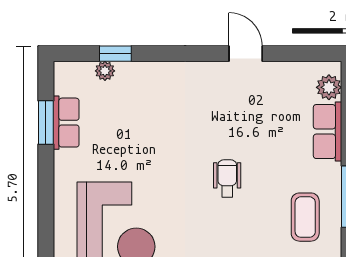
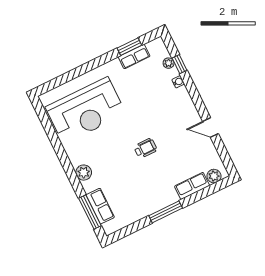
door: (246, 54) -> (211, 127), swing flipped
water cooler: (144, 70) -> (178, 82), added
coffee table: (305, 217) -> (145, 195), removed

